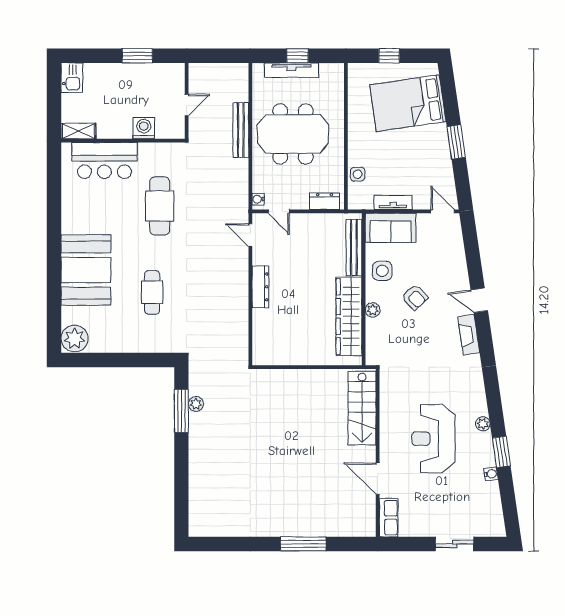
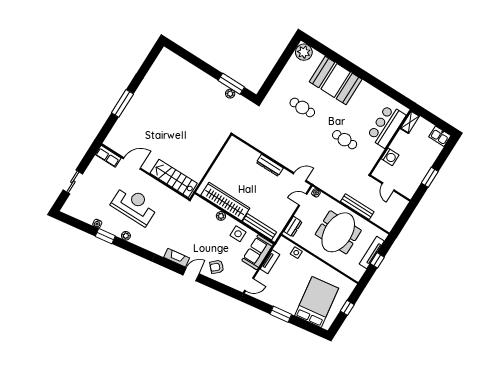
cafe table: (160, 206) -> (345, 140), width x0.73, depth x0.74
armchair: (415, 297) -> (217, 267), moved

